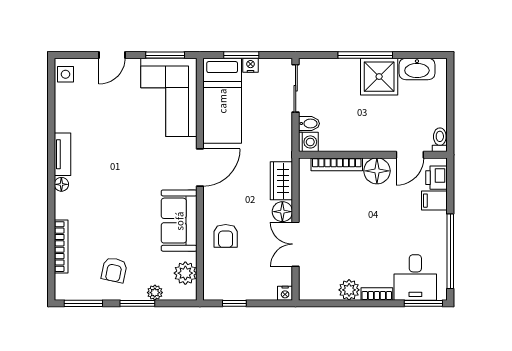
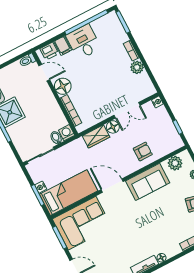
desk: (415, 277) -> (84, 42), moved, turned -90

